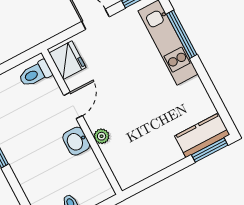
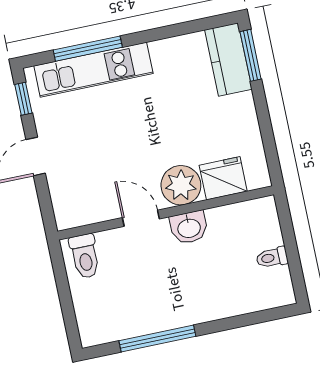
fridge: (68, 60) -> (223, 178), moved
plant: (102, 136) -> (181, 185), width x1.88, depth x1.88

